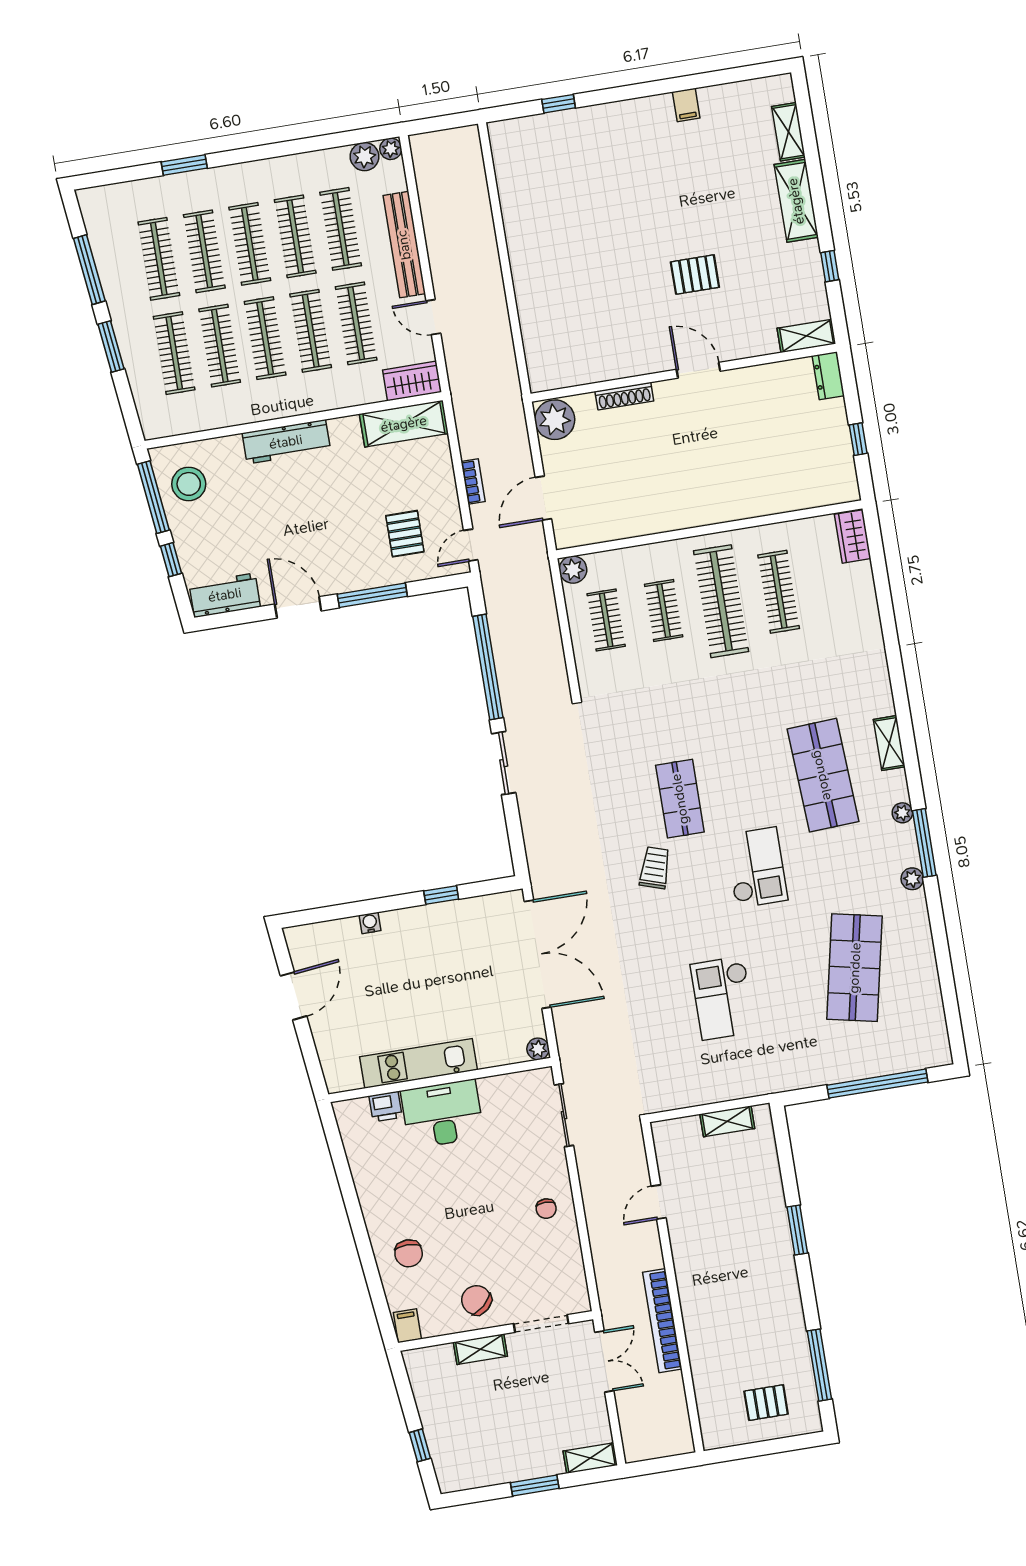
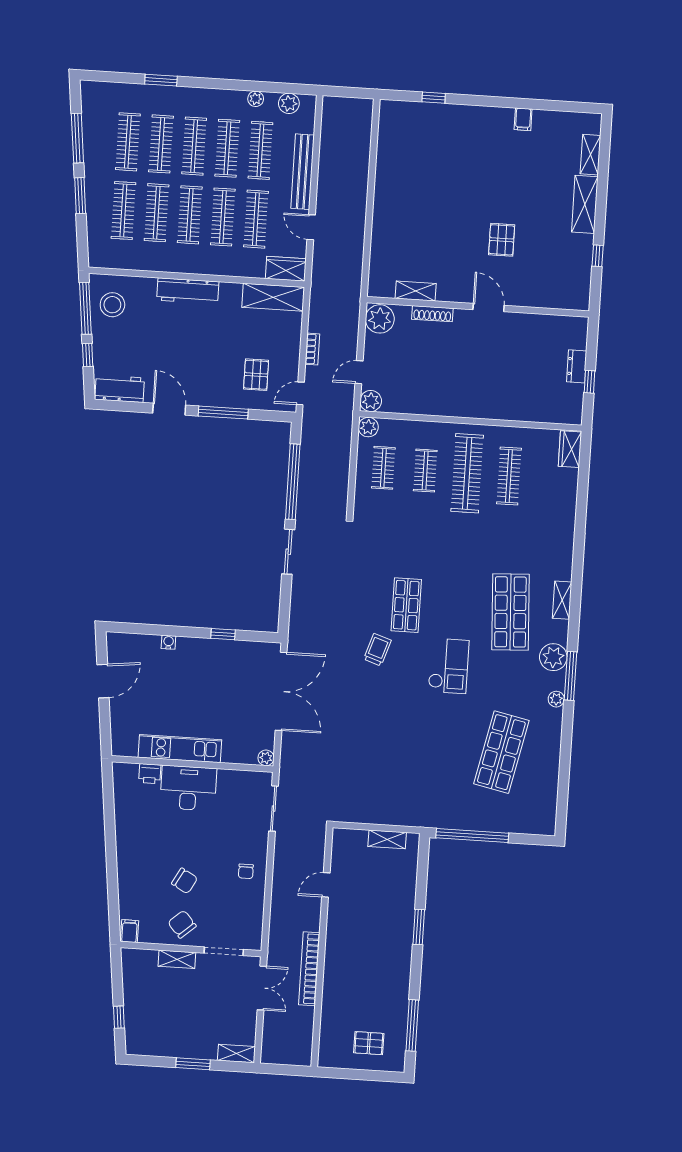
plant: (391, 149) -> (256, 99), moved
pallet: (695, 275) -> (502, 240), turned 90
shelving: (806, 336) -> (416, 291), moved
dresser: (828, 376) -> (577, 366), moved
door: (543, 498) -> (359, 372), width x0.73
plant: (568, 533) -> (371, 401), added
plant: (902, 813) -> (553, 657), width x1.88, depth x1.88
checkout: (723, 998) -> (404, 752), removed
window: (877, 1084) -> (472, 835), moved
chair: (409, 1253) -> (185, 881), moved, turned -61

